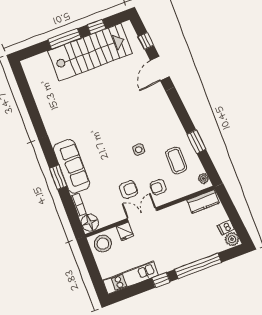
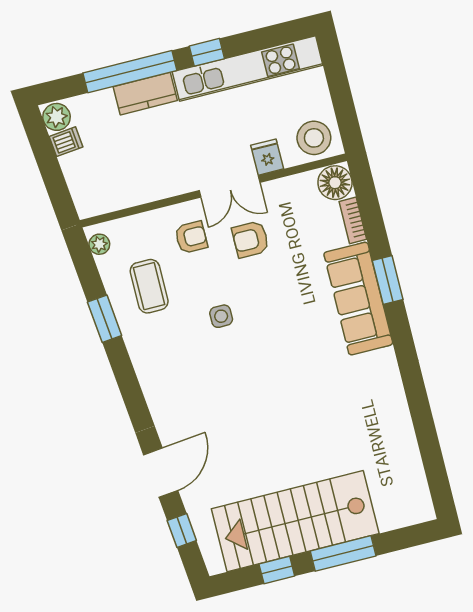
kitchen counter: (203, 201) -> (145, 94), moved, turned 180
kitchen unit: (131, 278) -> (248, 69), width x1.36

